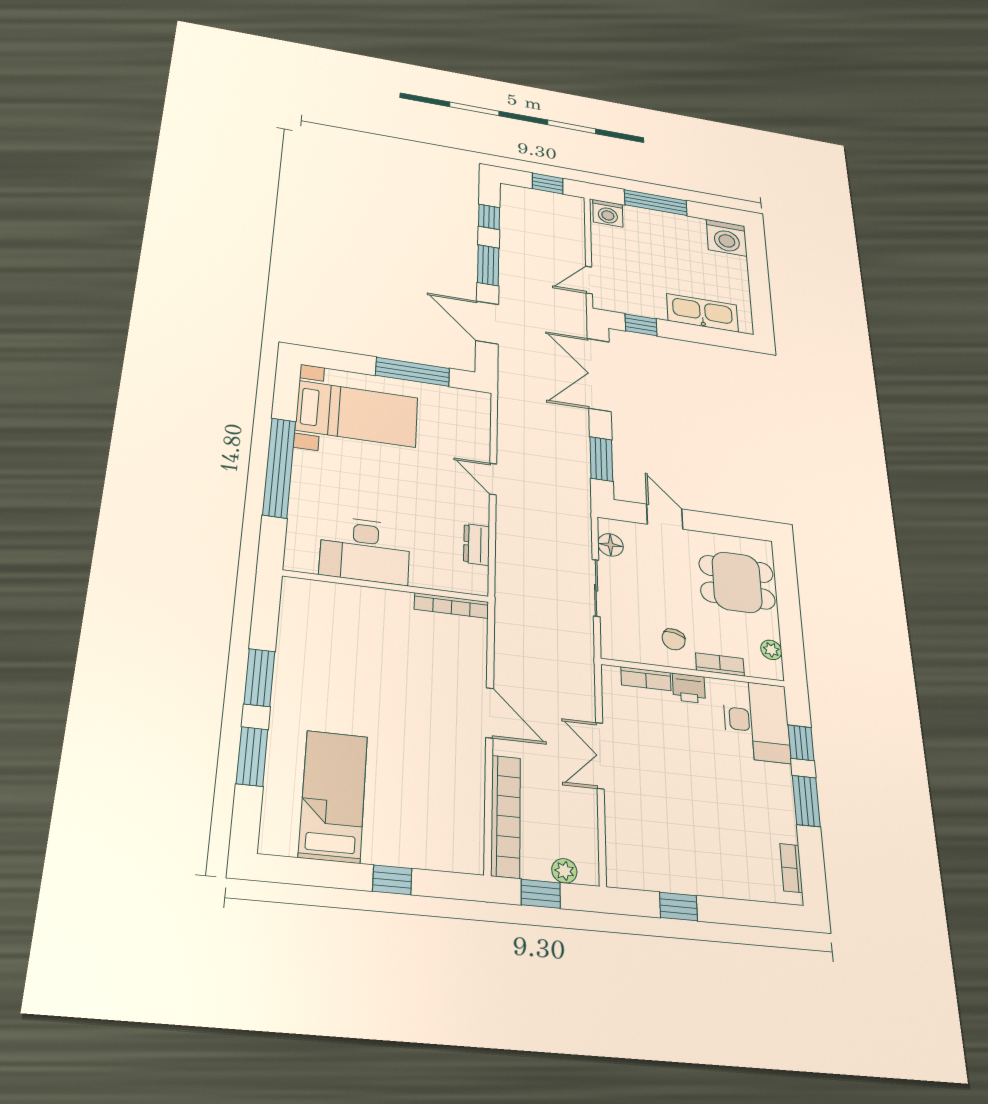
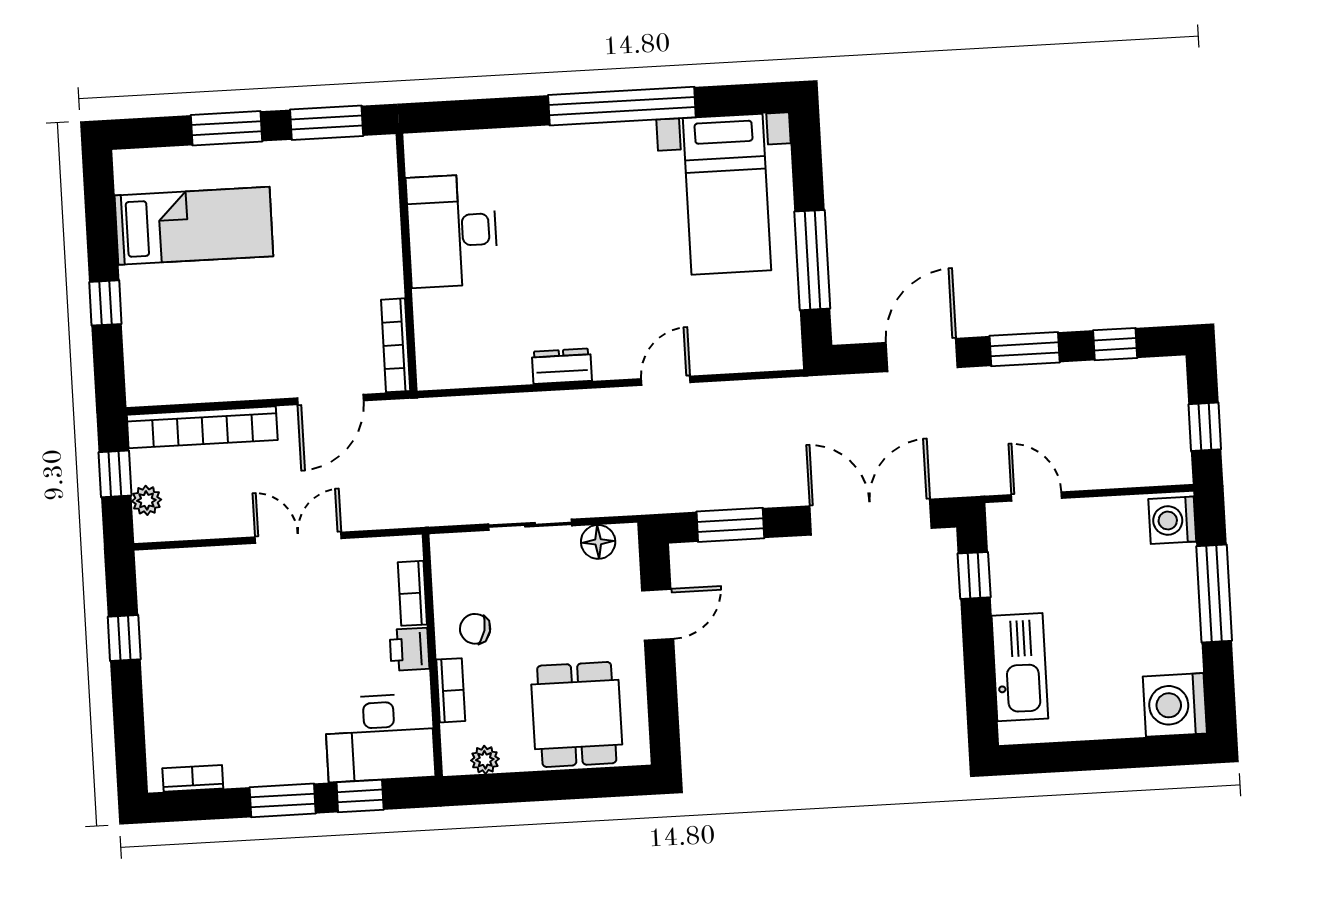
desk: (365, 550) -> (452, 231), moved
wall: (386, 586) -> (407, 262), moved
bookcase: (451, 606) -> (396, 345), moved

